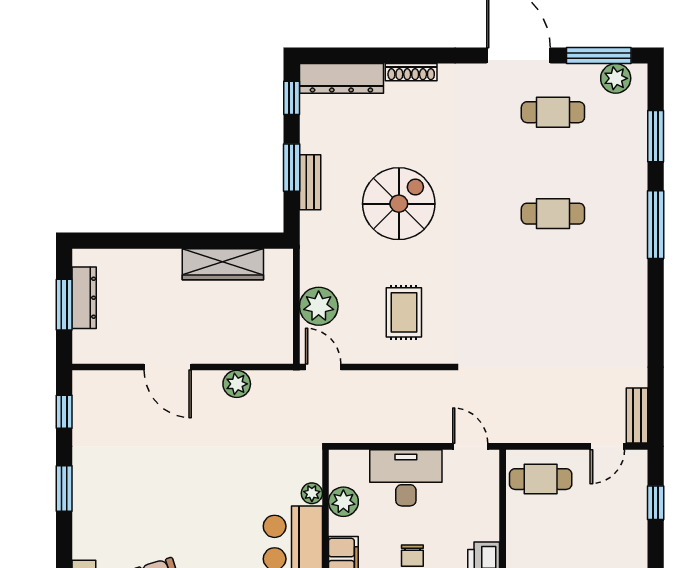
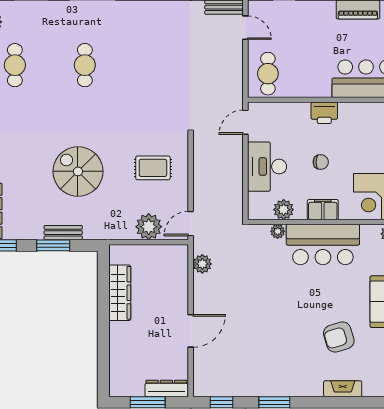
dresser: (84, 298) -> (166, 388), moved
plant: (237, 384) -> (202, 264), moved

